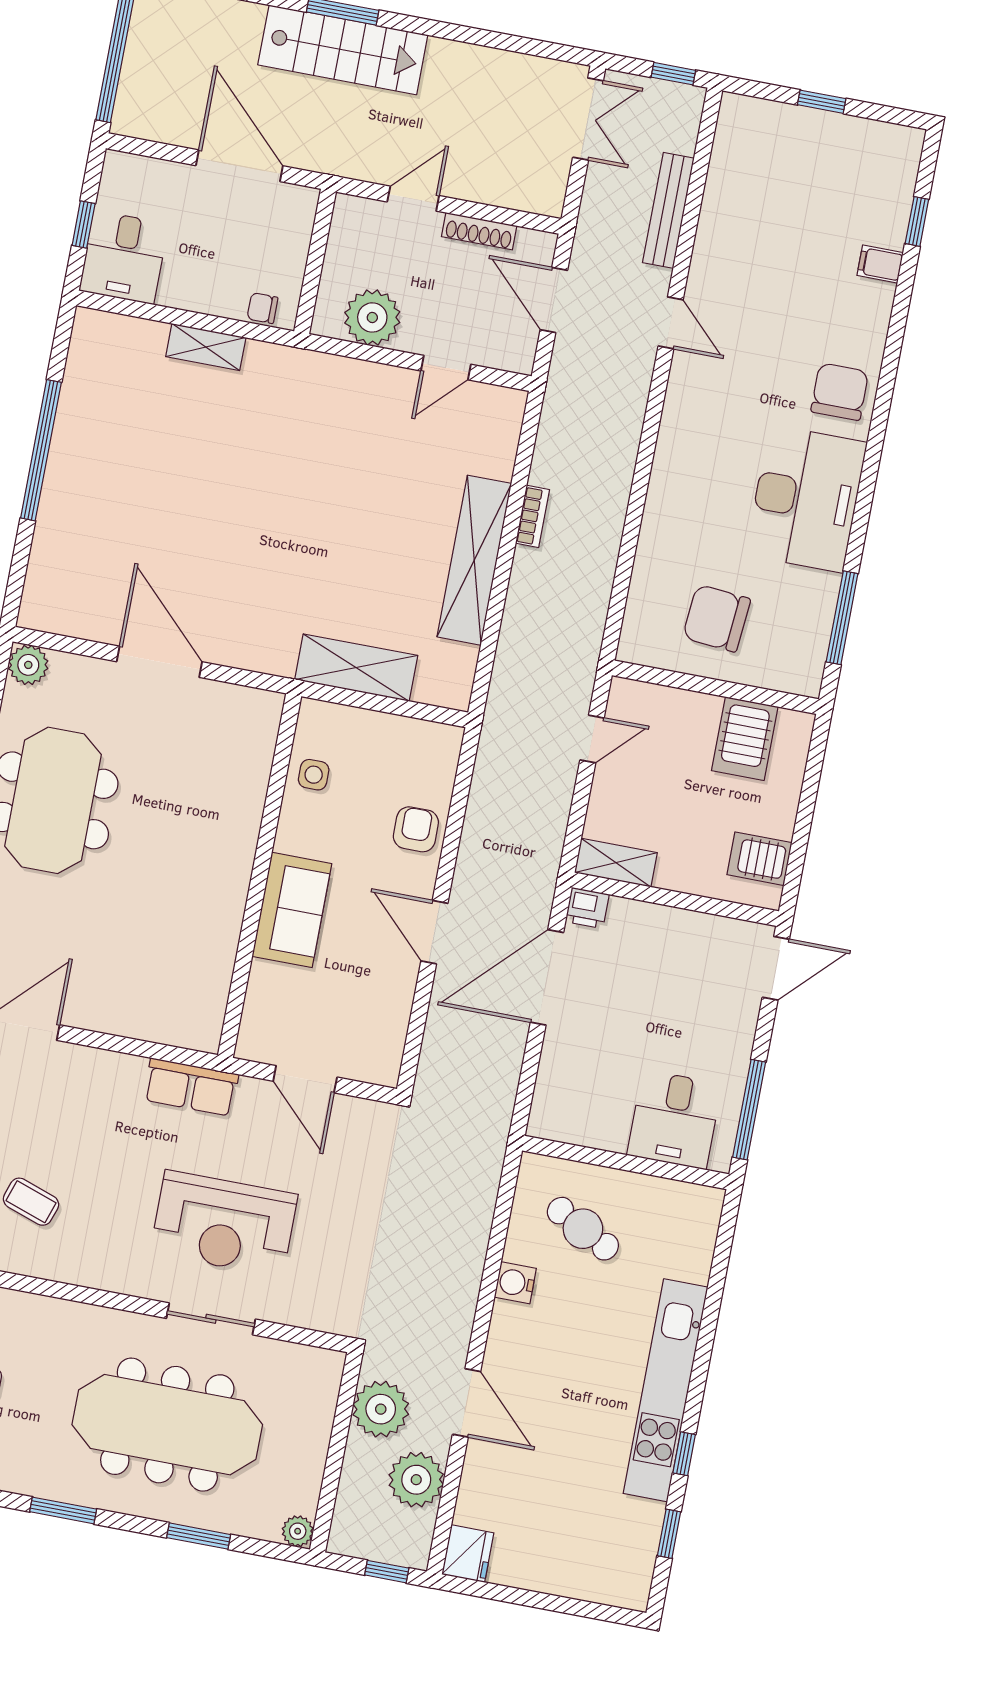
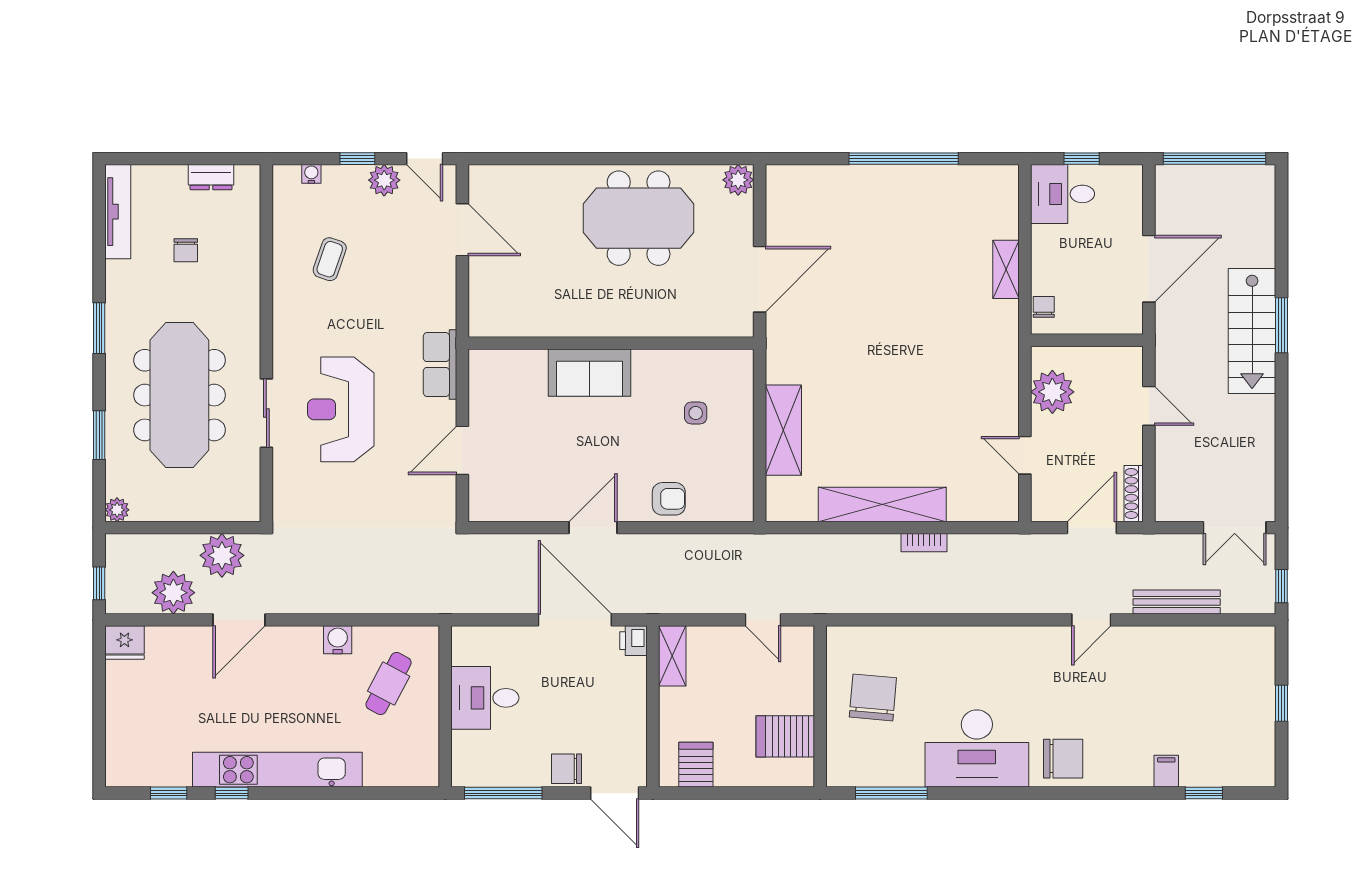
shoe rack: (479, 231) -> (1134, 493), moved
wall: (260, 876) -> (611, 343), moved
sofa: (292, 910) -> (590, 373), moved
chair: (734, 1024) -> (567, 769), added
desk: (674, 1120) -> (485, 698), moved

